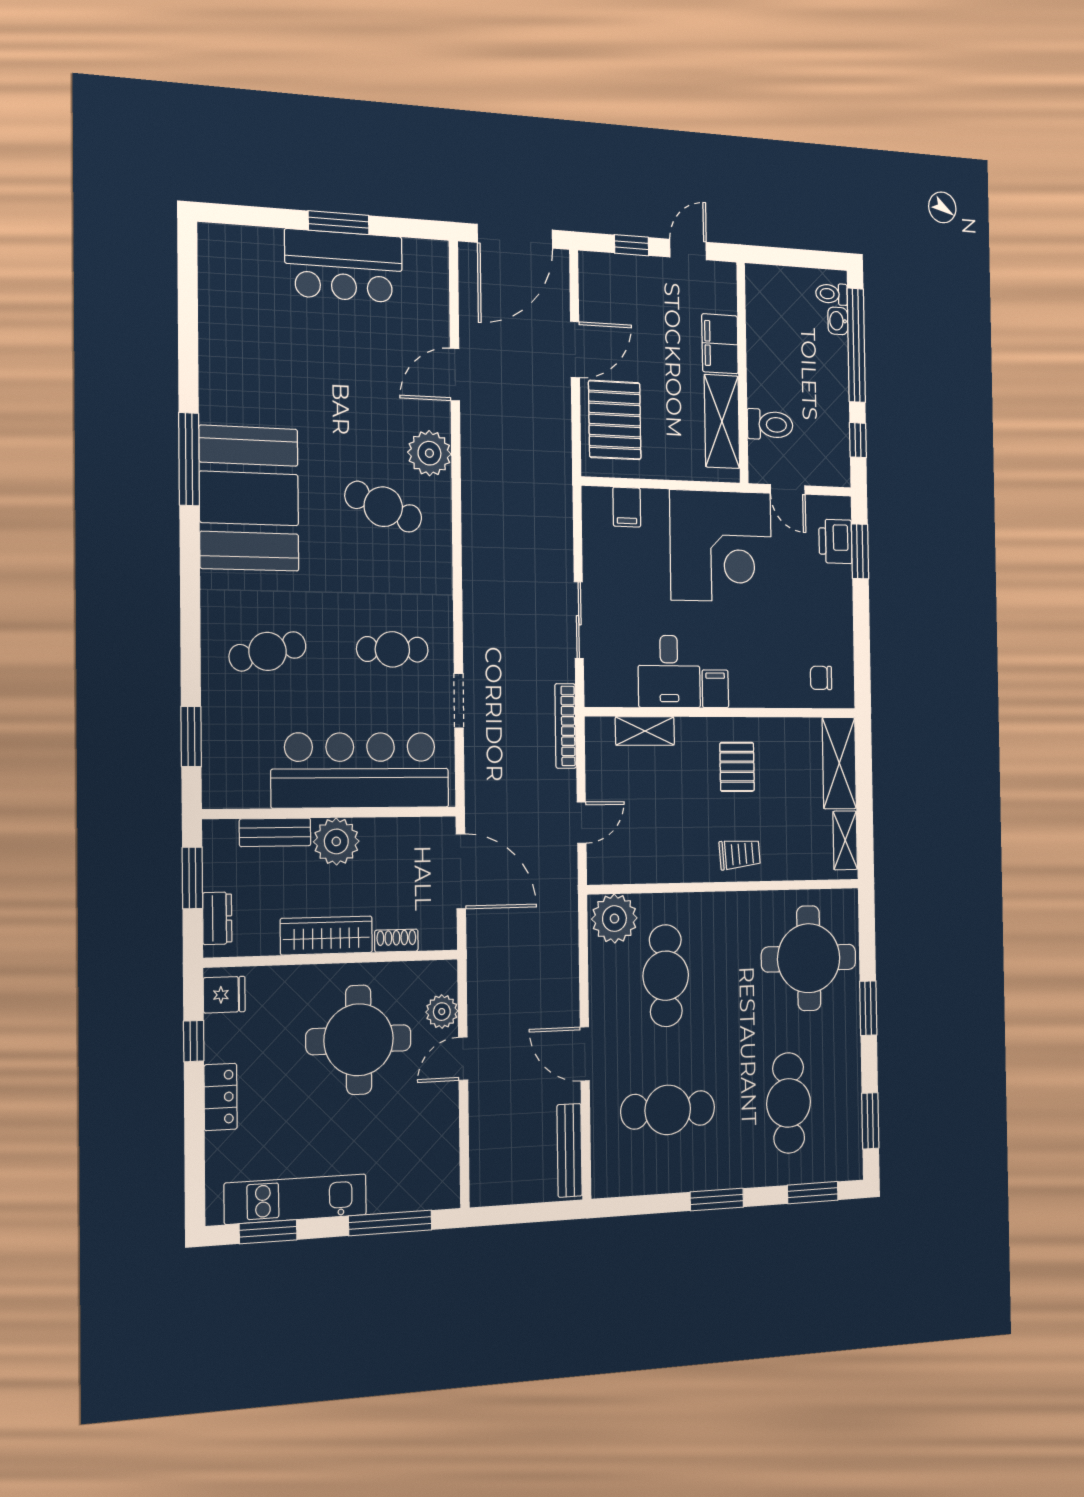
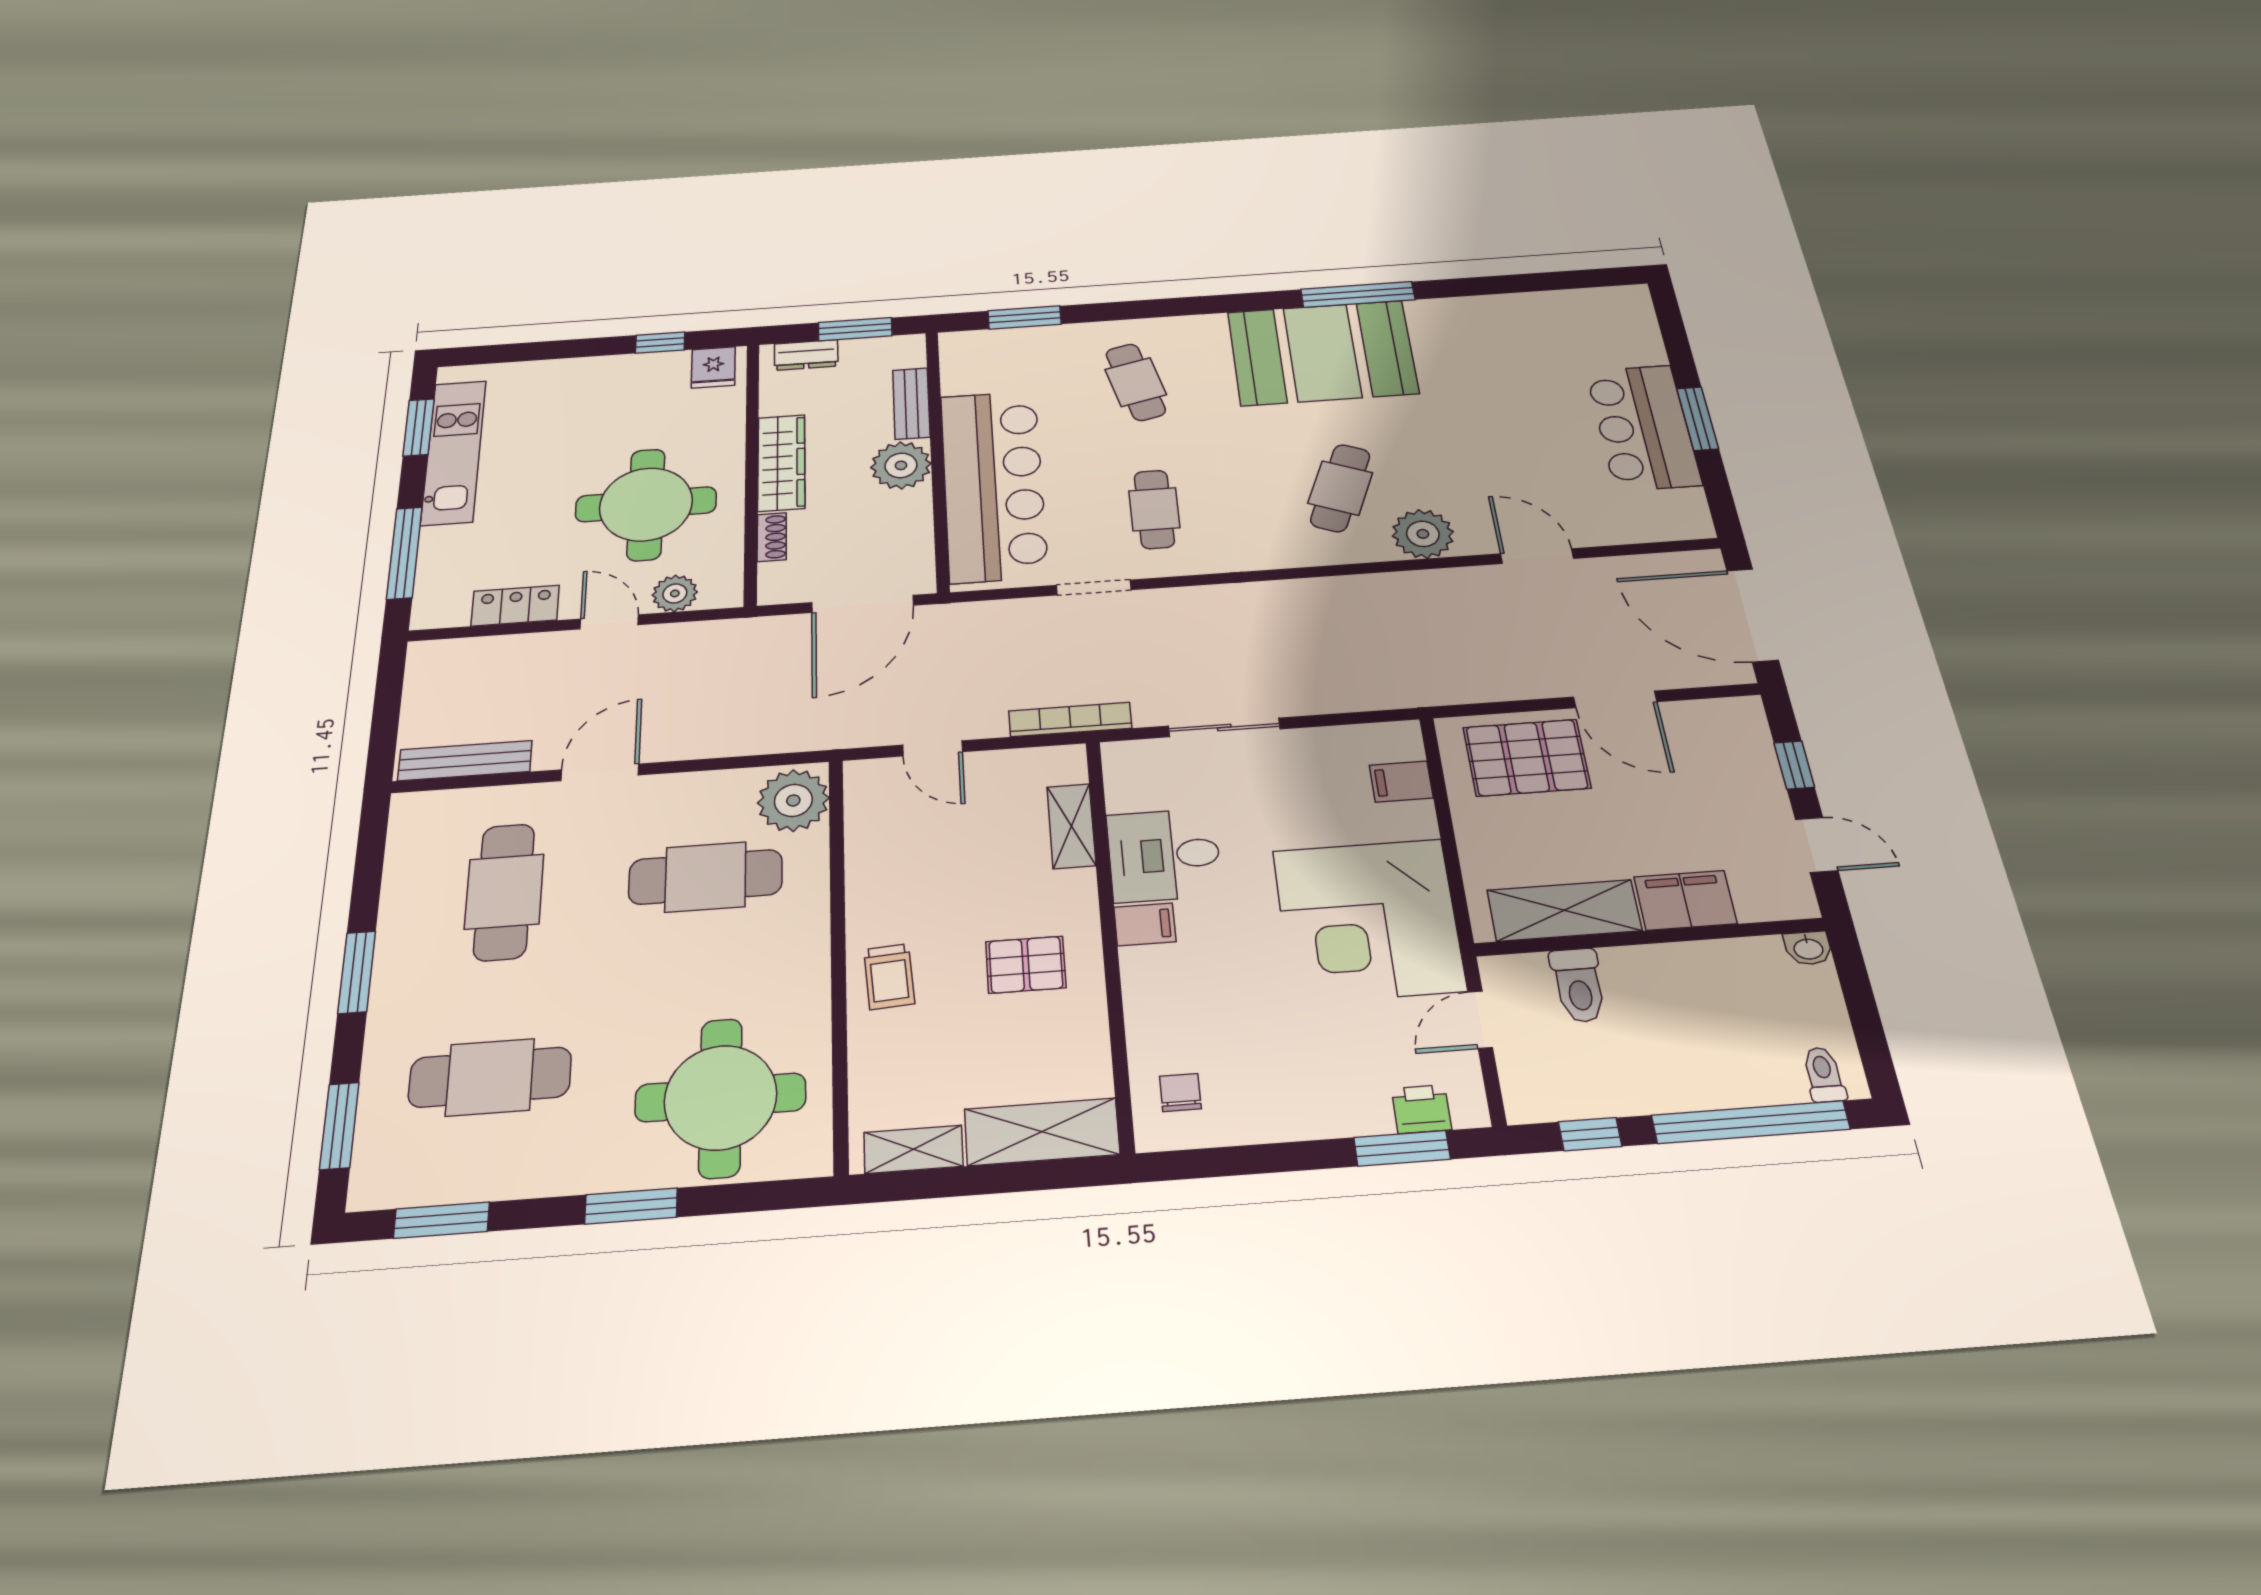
washbasin: (838, 321) -> (1808, 948), moved, turned 180
printer: (835, 541) -> (1421, 1109), width x0.73, depth x0.81
locker: (221, 1097) -> (515, 606), moved, turned 180

